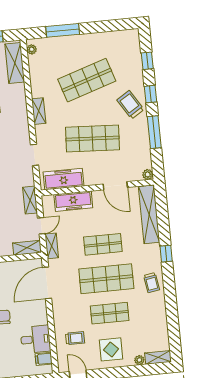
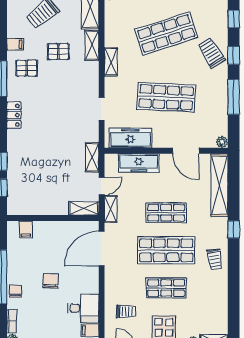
shelving: (20, 98) -> (92, 45), added
trolley: (130, 105) -> (211, 53), moved

